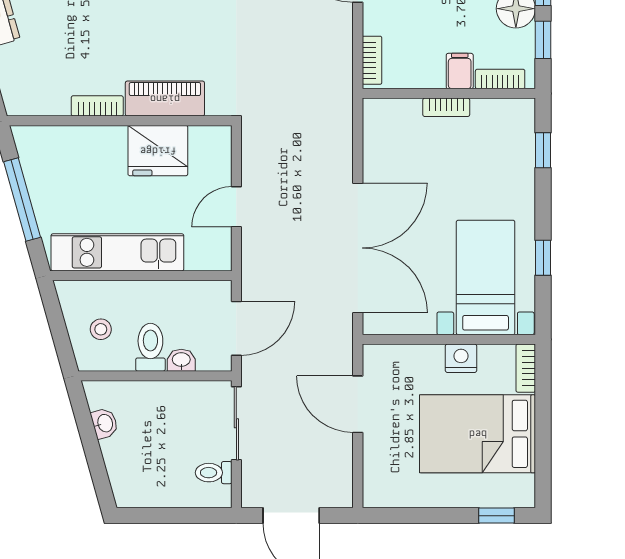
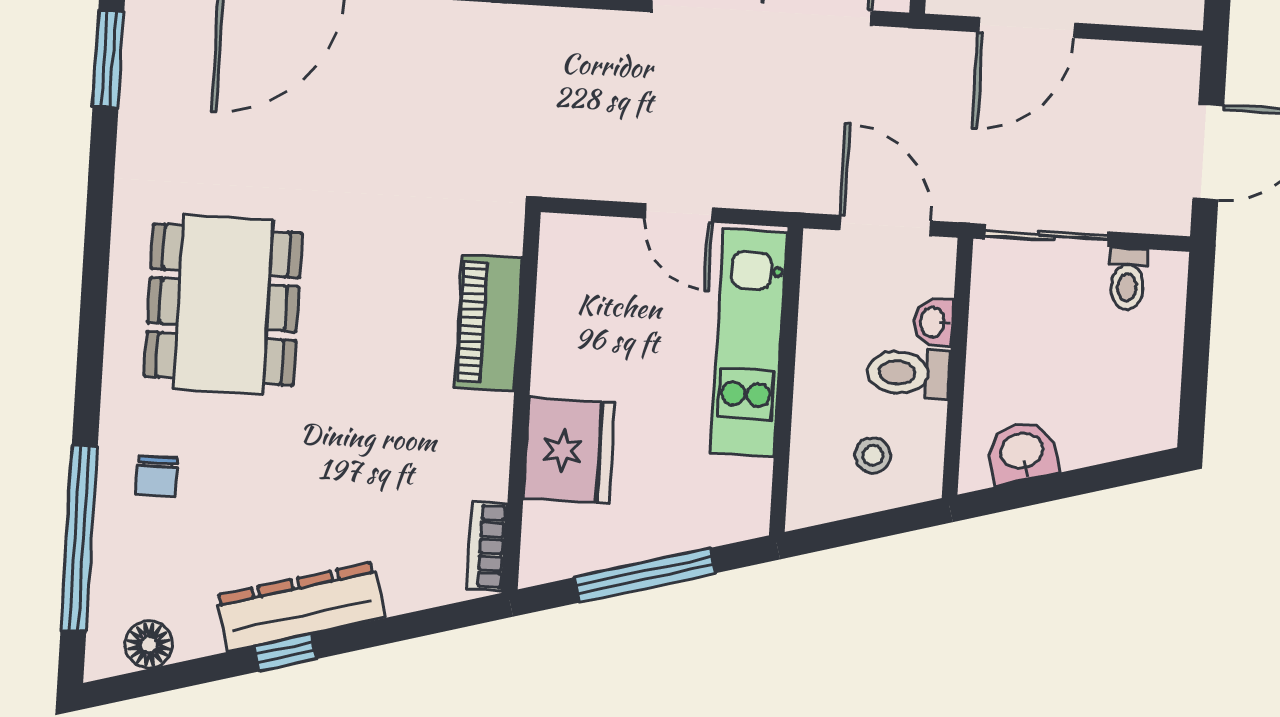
bookcase: (97, 106) -> (487, 546), moved
fridge: (158, 151) -> (569, 451), moved
kitchen unit: (117, 252) -> (749, 342), moved
washbasin: (105, 423) -> (1022, 452), width x1.38, depth x1.45

